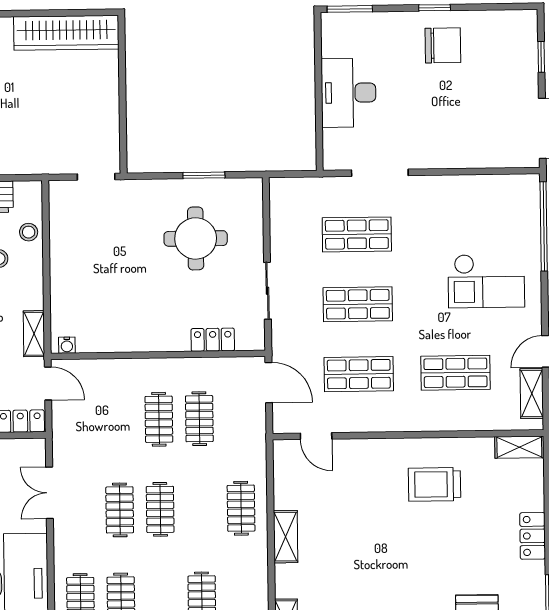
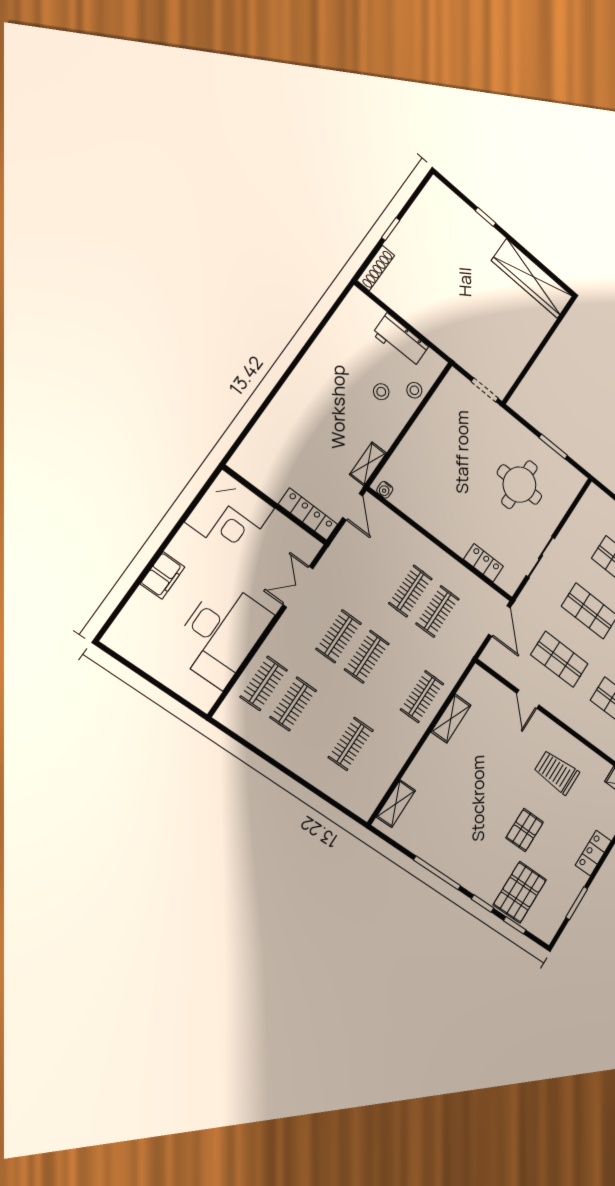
door: (316, 436) -> (528, 699), moved
shelving: (286, 537) -> (451, 718), moved
pallet: (440, 562) -> (525, 830), added

